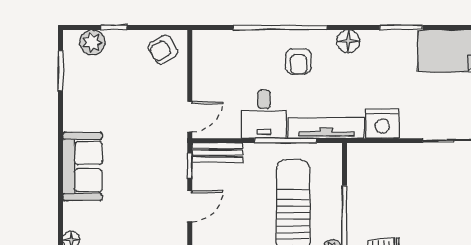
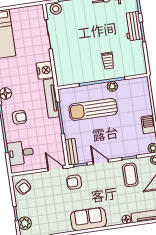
desk: (264, 114) -> (21, 153), moved, turned 180
armchair: (158, 149) -> (74, 182), added

